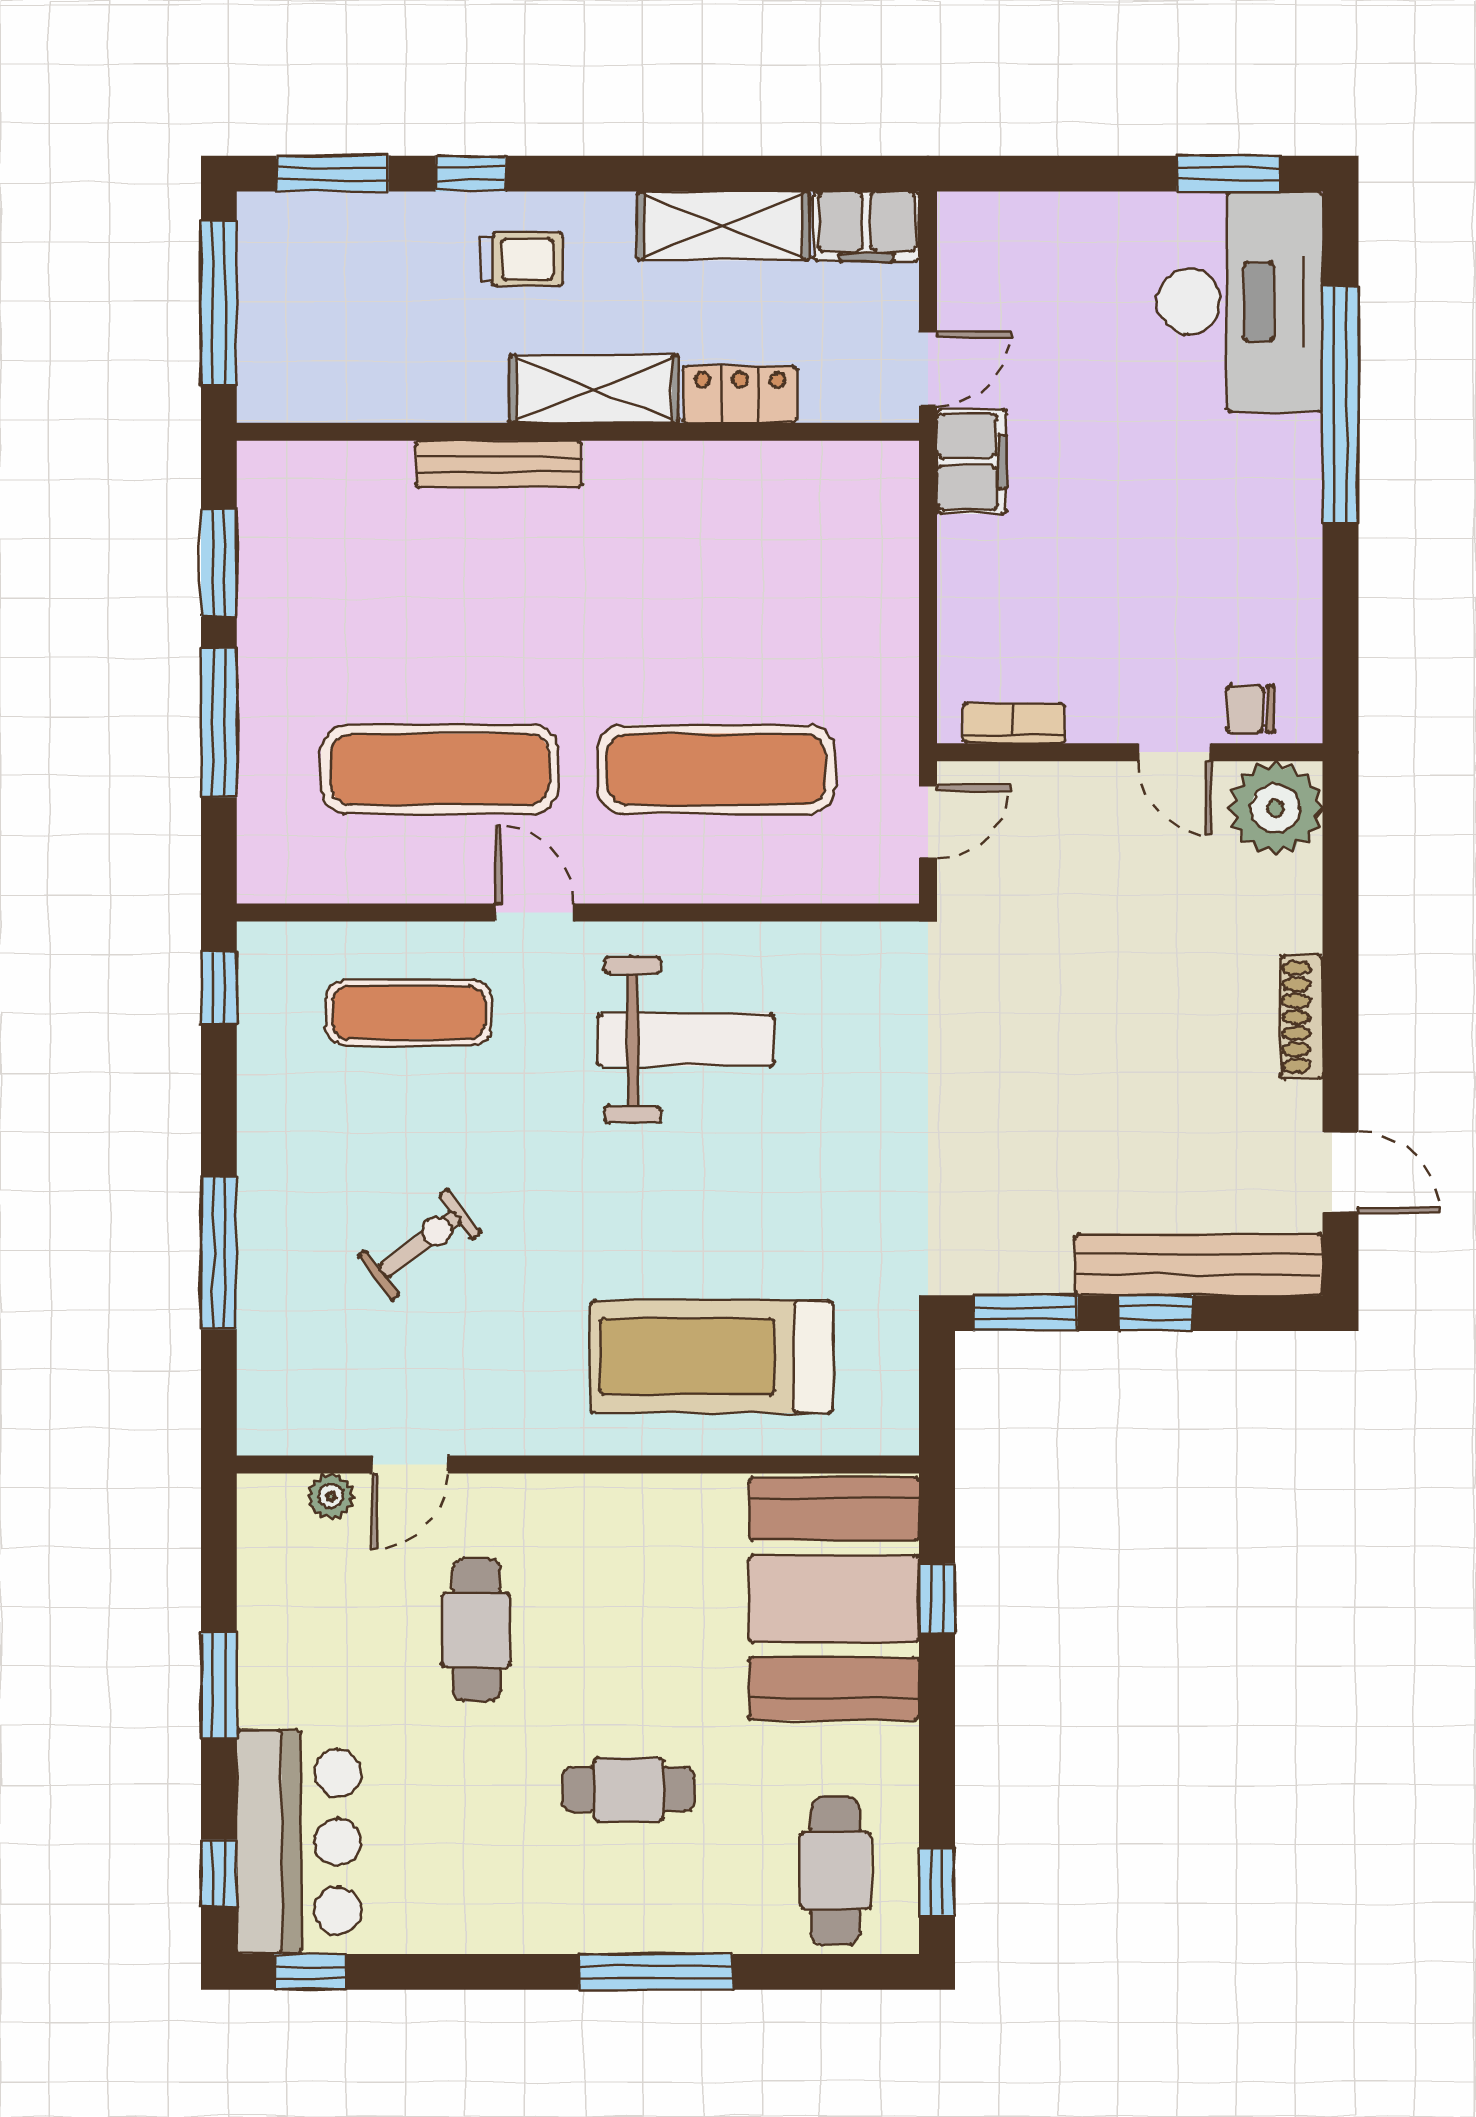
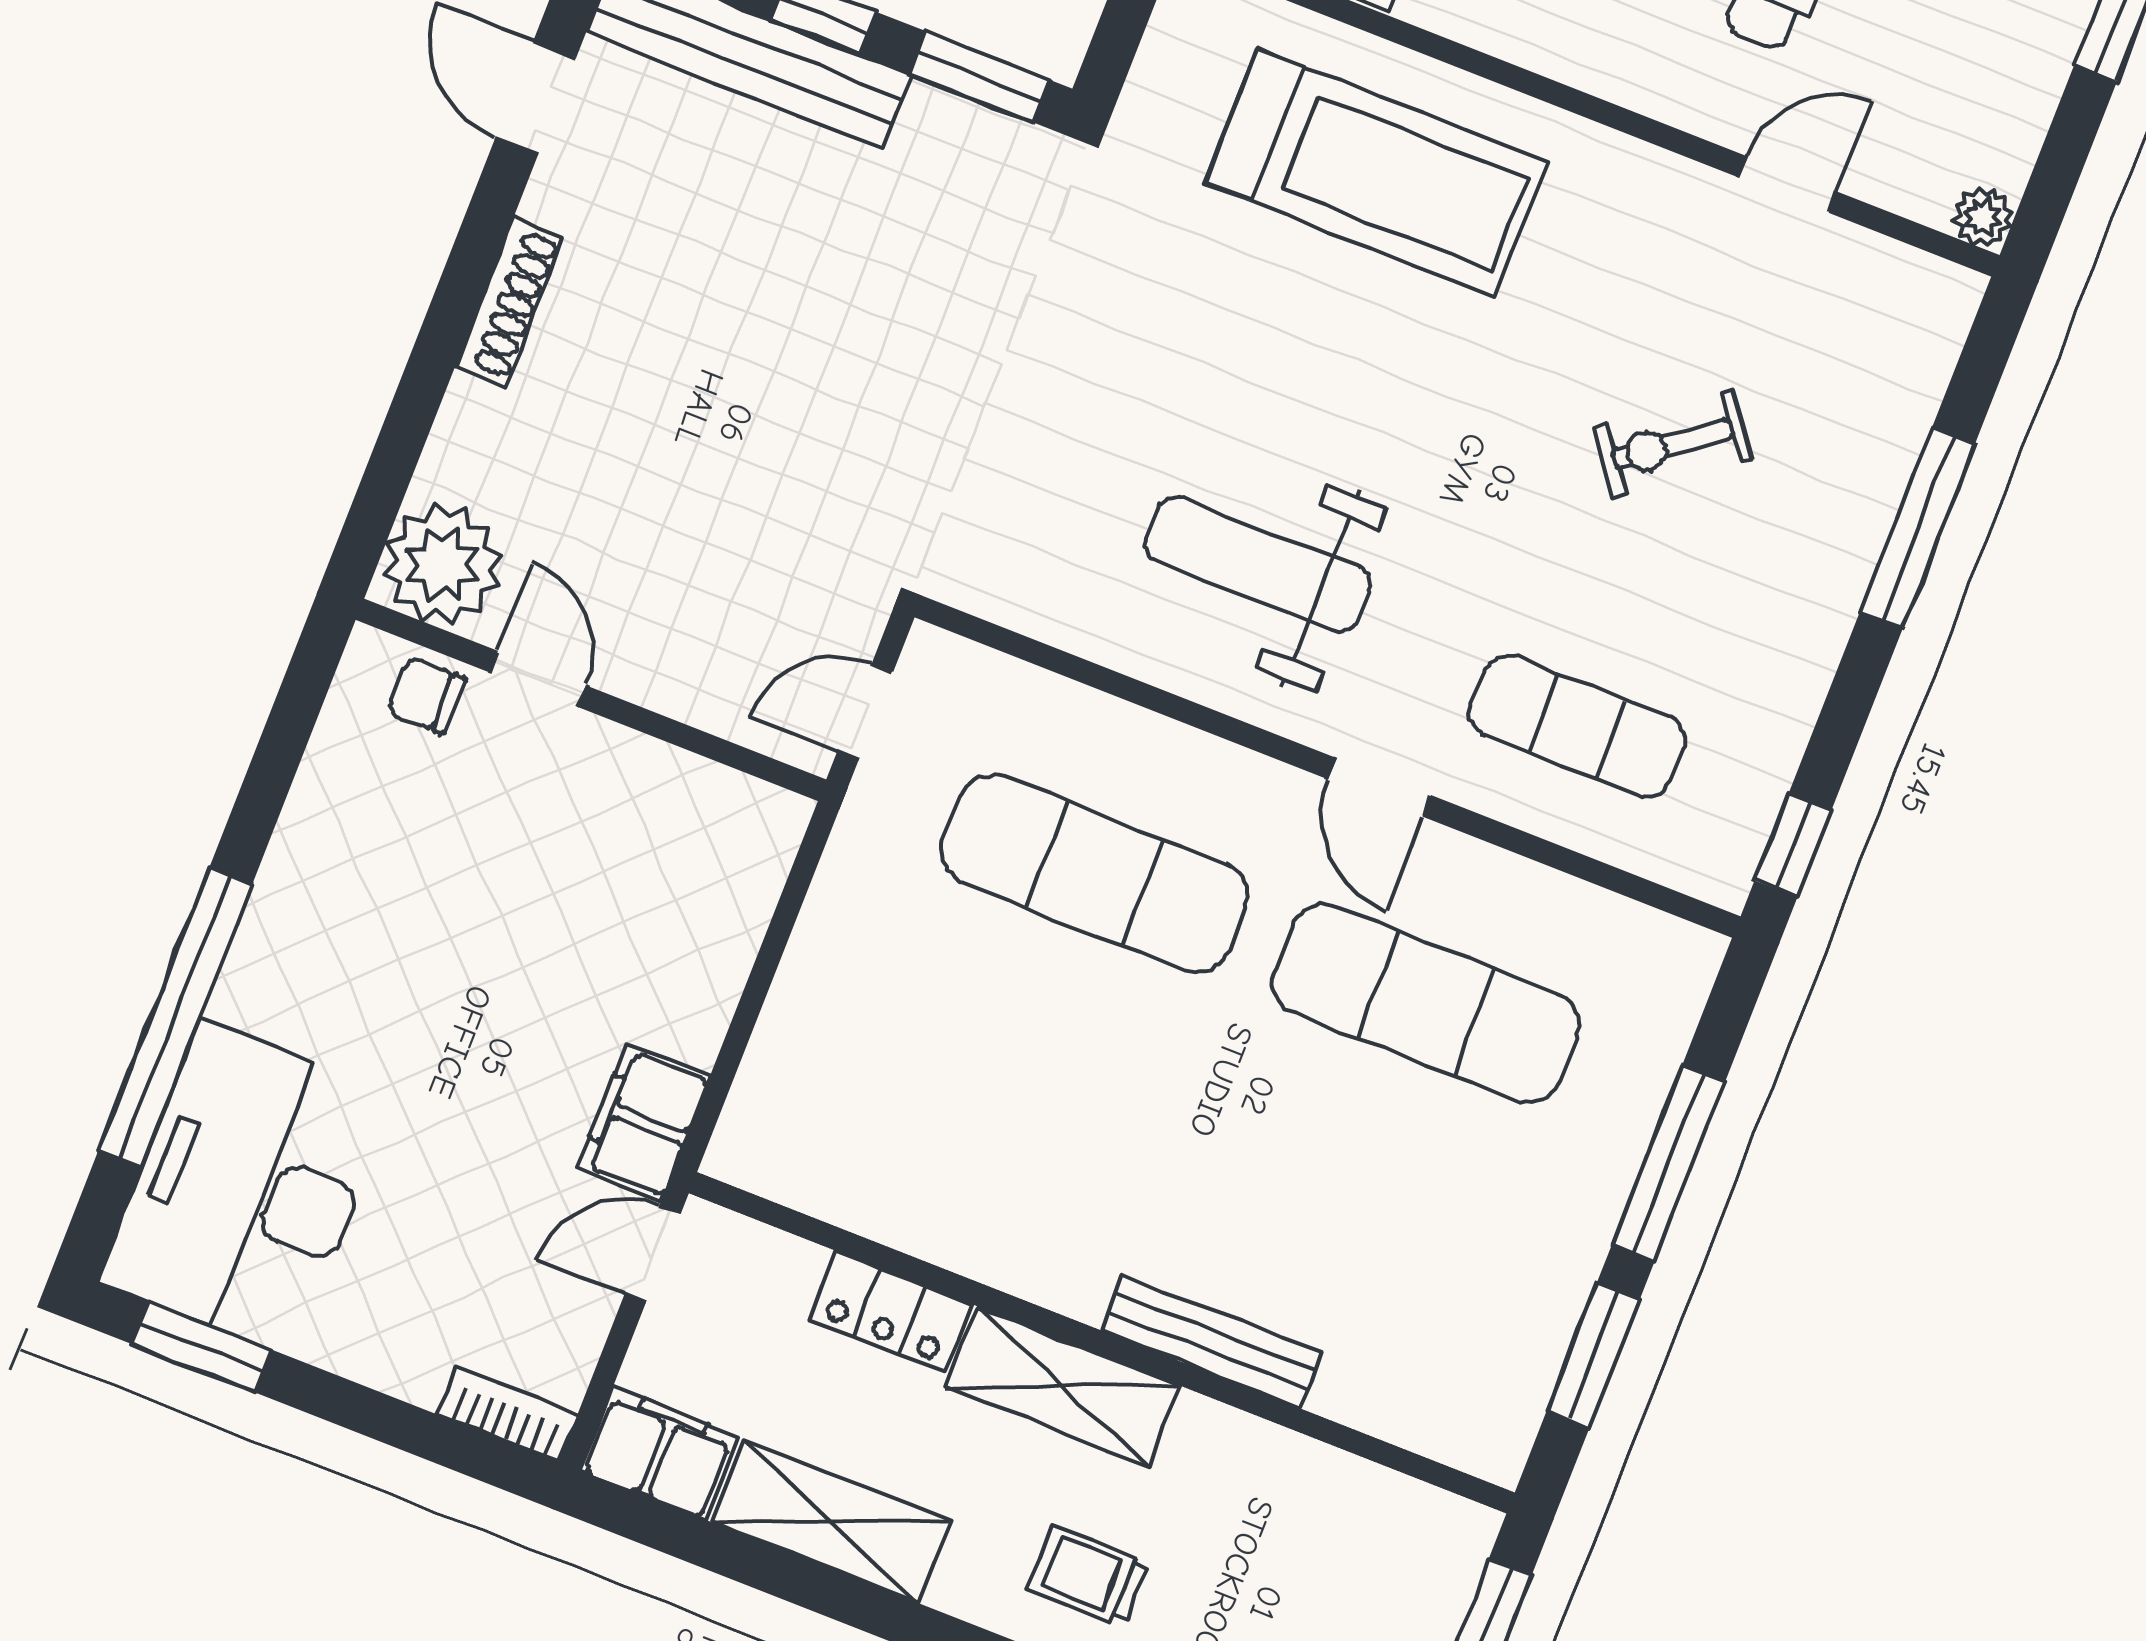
chair: (1250, 709) -> (426, 695), turned 180
bookcase: (1014, 723) -> (508, 1414), moved, turned 180
plant: (331, 1496) -> (1983, 217), moved

